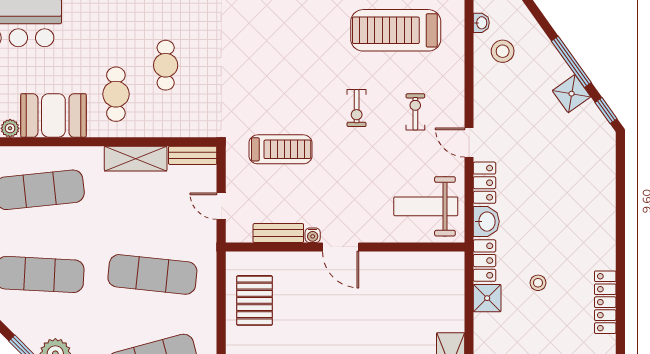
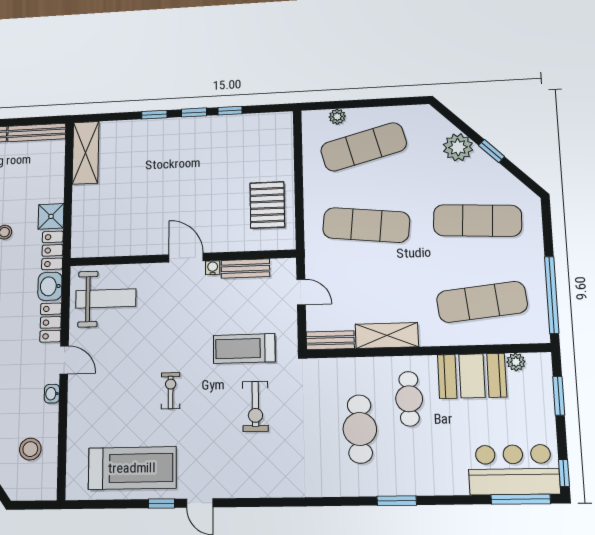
washbasin: (481, 23) -> (52, 394), moved
cafe table: (166, 65) -> (360, 429), width x1.37, depth x1.35
exercise bike: (415, 112) -> (255, 406), moved, width x1.38, depth x1.39

